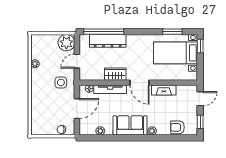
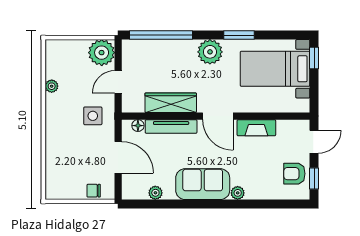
window: (172, 32) -> (239, 35), moved
dresser: (108, 41) -> (167, 50), removed
plant: (135, 42) -> (210, 52), added
wardrobe: (115, 74) -> (171, 103), width x1.50
door: (77, 109) -> (118, 157), hinge flipped
armchair: (178, 127) -> (294, 174), moved

